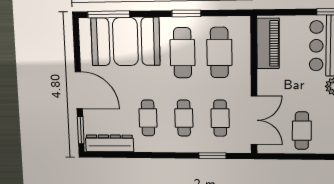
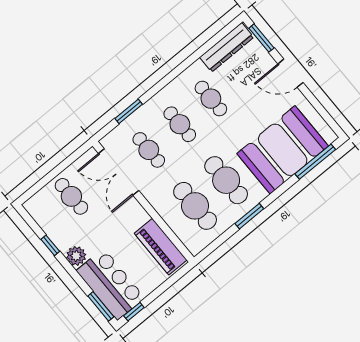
door: (79, 90) -> (291, 73), width x0.73

